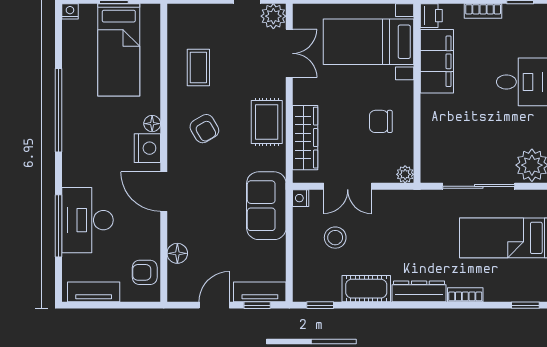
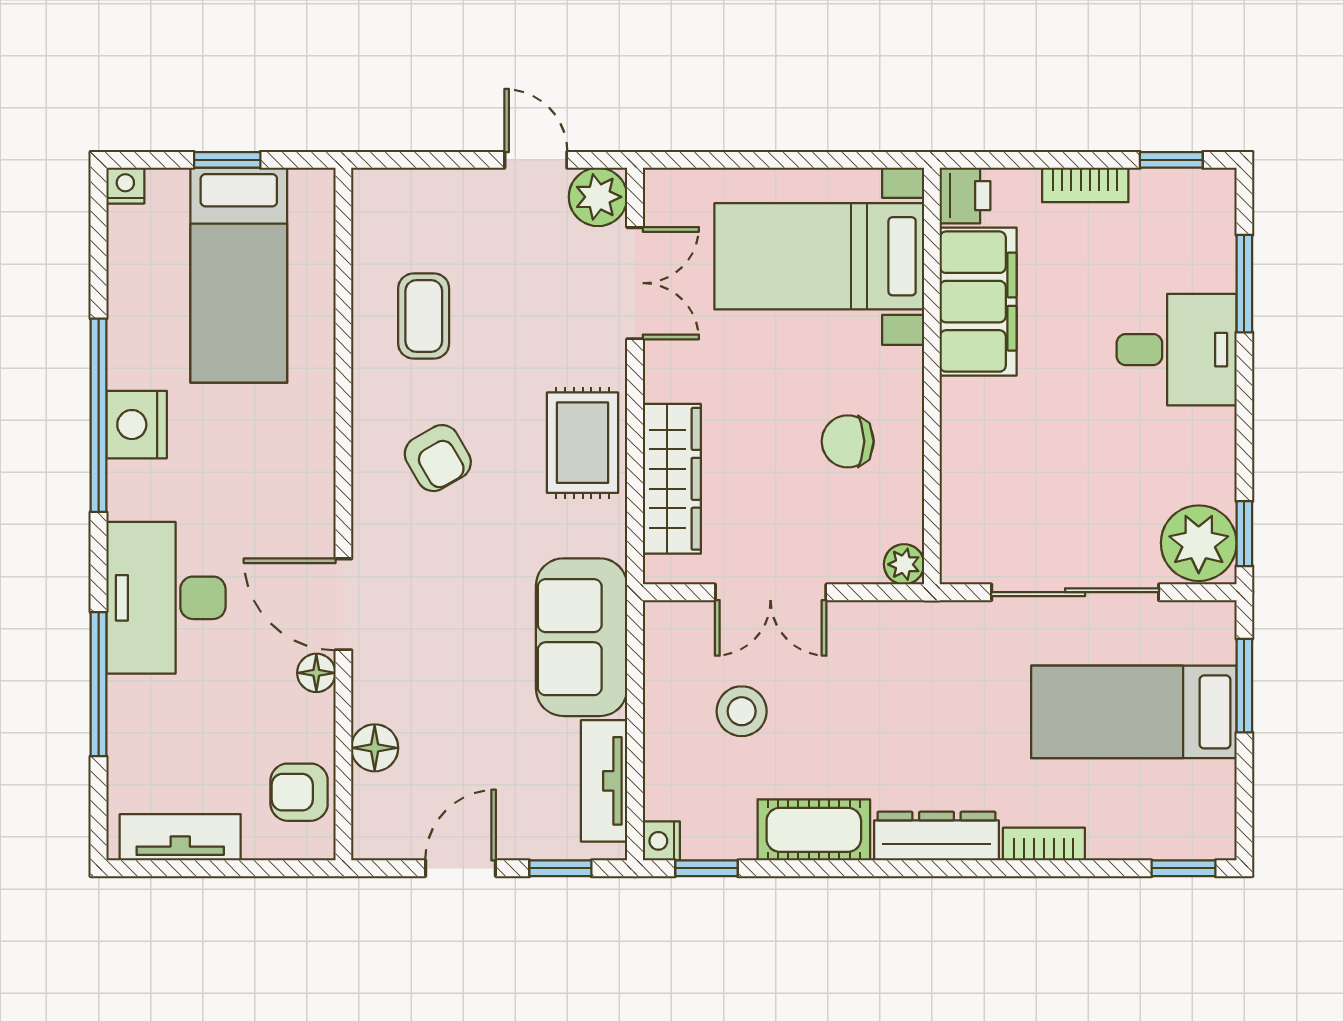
floor lamp: (152, 124) -> (316, 673), moved
nightstand: (147, 148) -> (137, 425), moved, turned 180
nightstand: (301, 198) -> (661, 841), moved
desk: (87, 220) -> (166, 598), moved
tv unit: (260, 292) -> (604, 781), moved, turned -90

